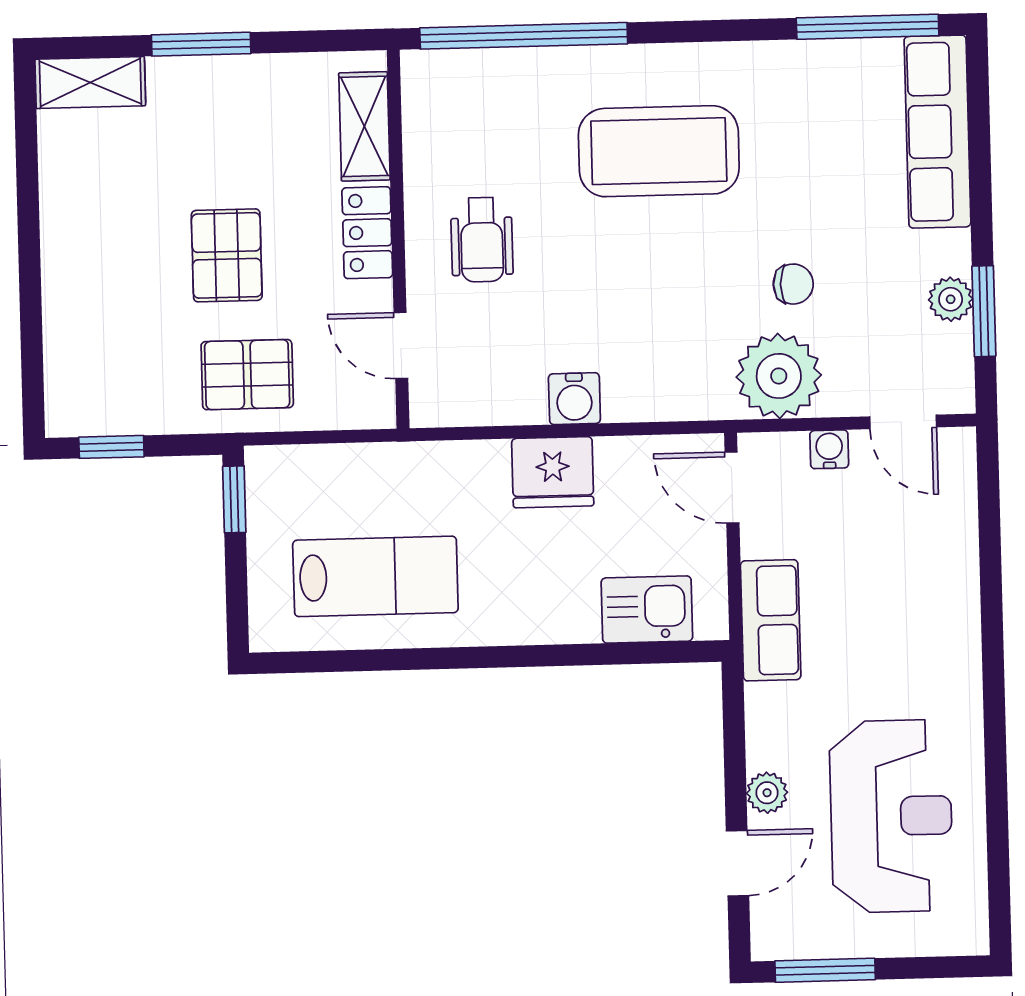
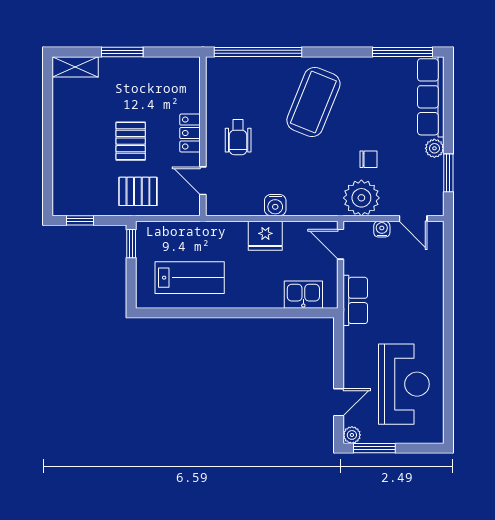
shelving: (364, 126) -> (190, 88), removed
coffee table: (659, 151) -> (313, 102), turned -68
plant: (951, 299) -> (434, 148), moved
plant: (767, 793) -> (352, 435), moved

